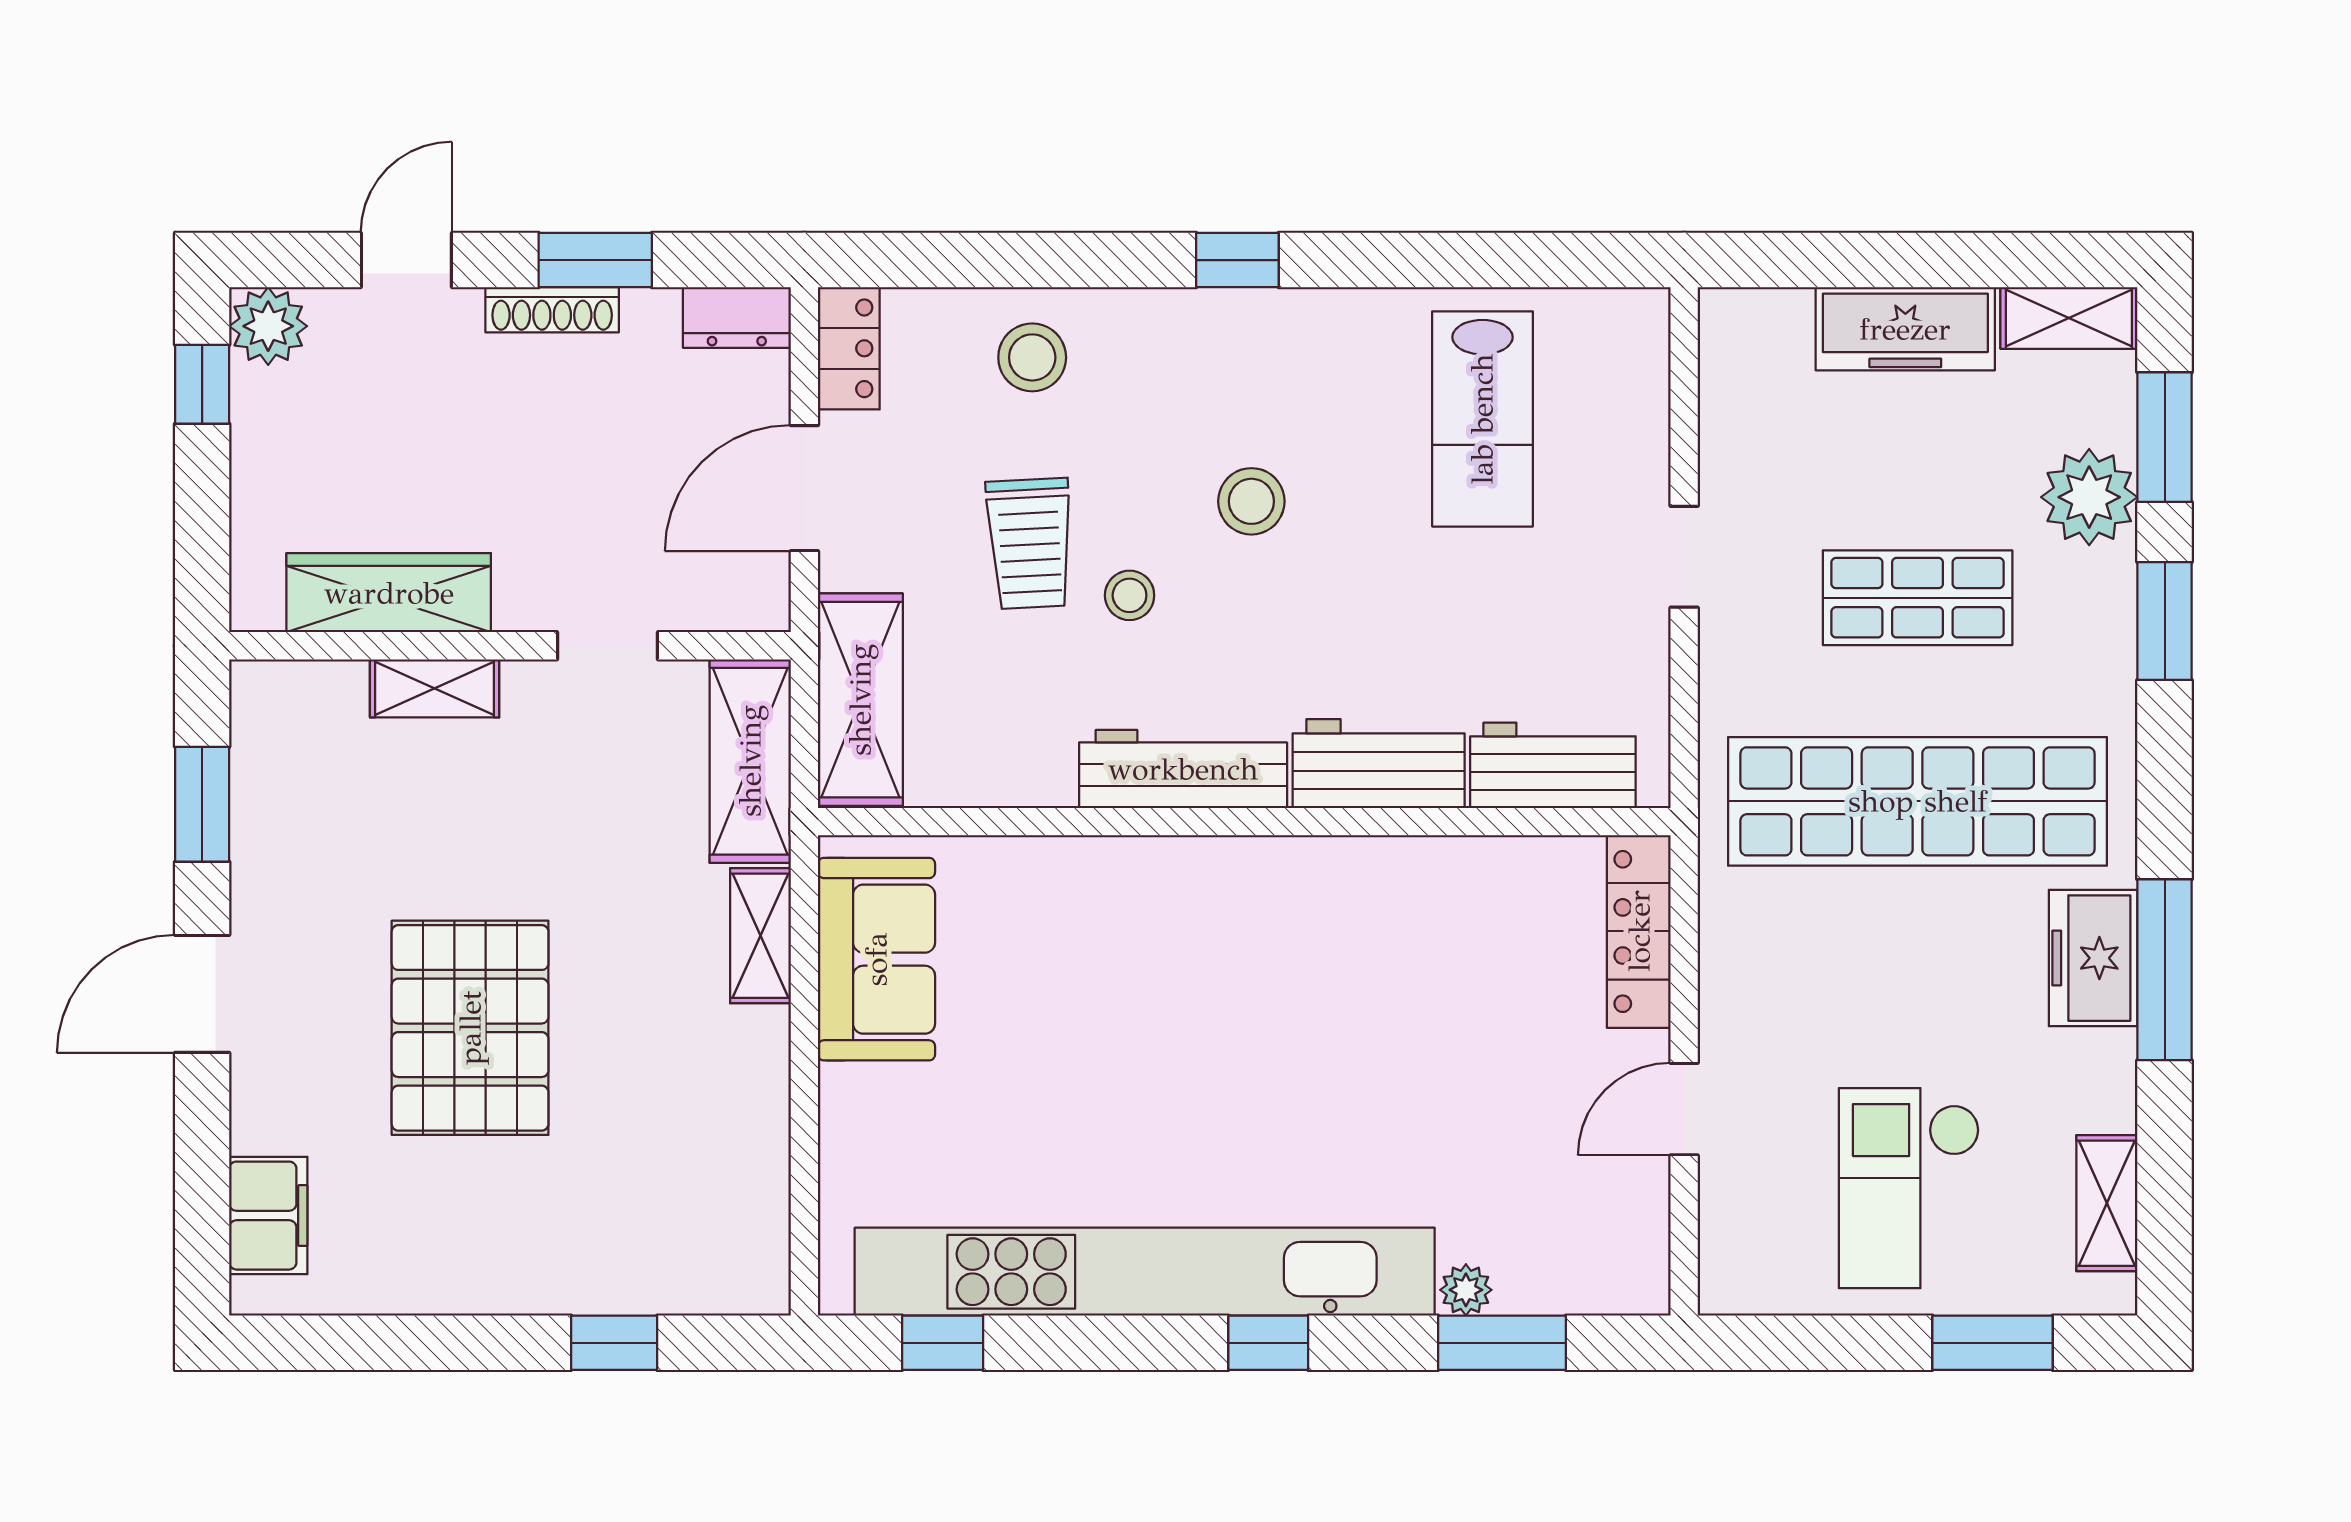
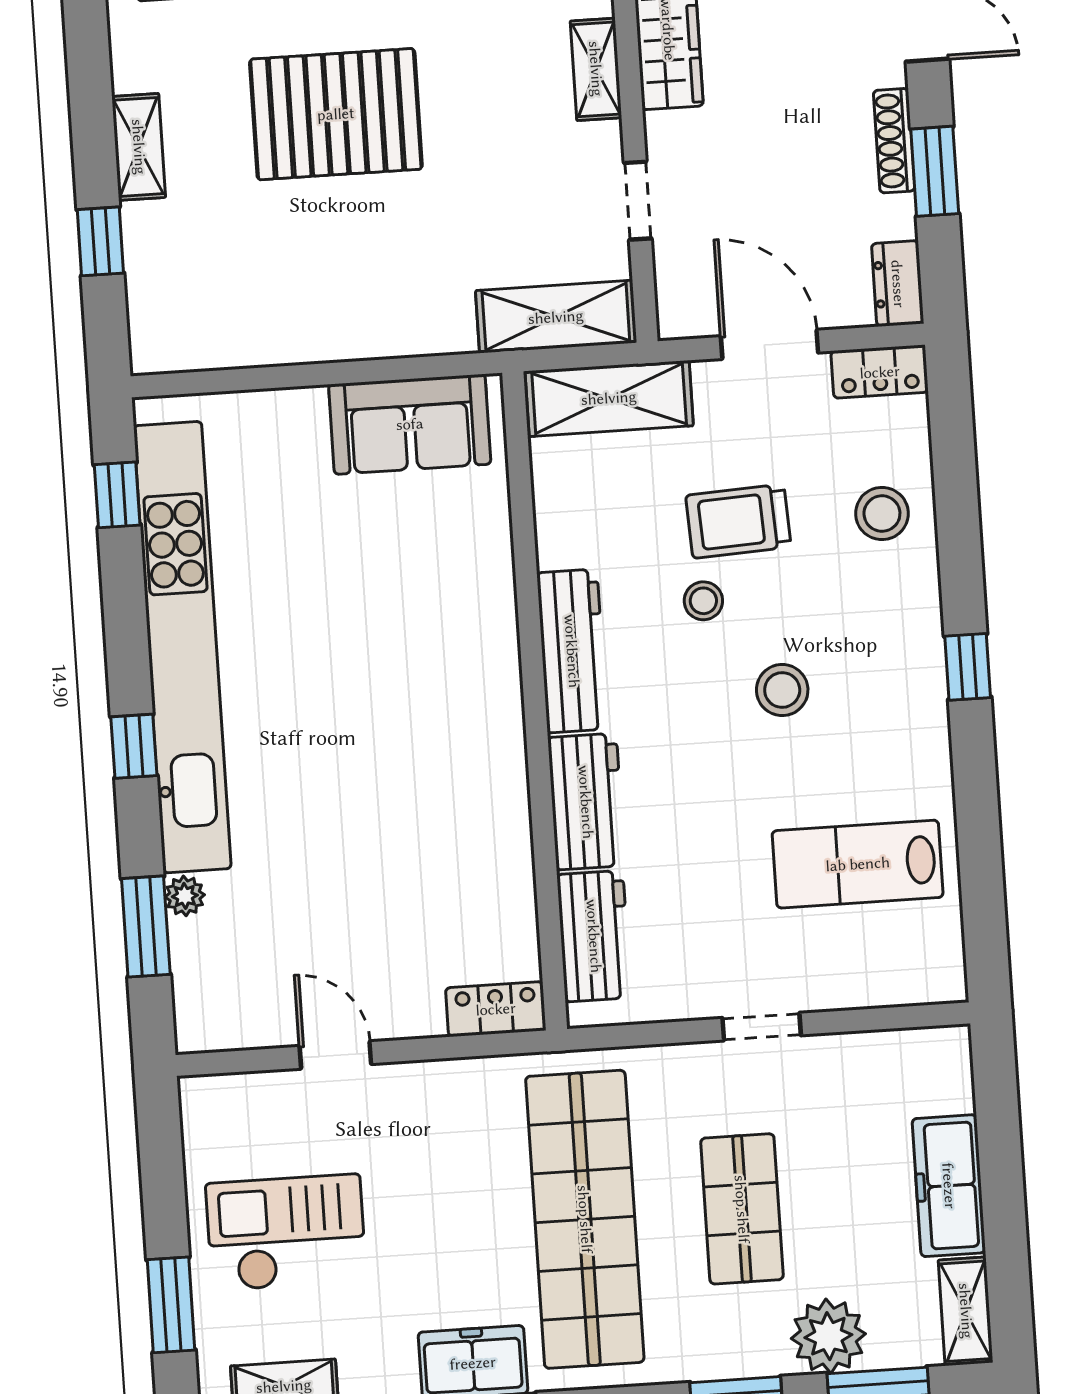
locker: (1639, 931) -> (496, 1009), width x0.66
shelving: (760, 936) -> (139, 147), moved, turned 90

